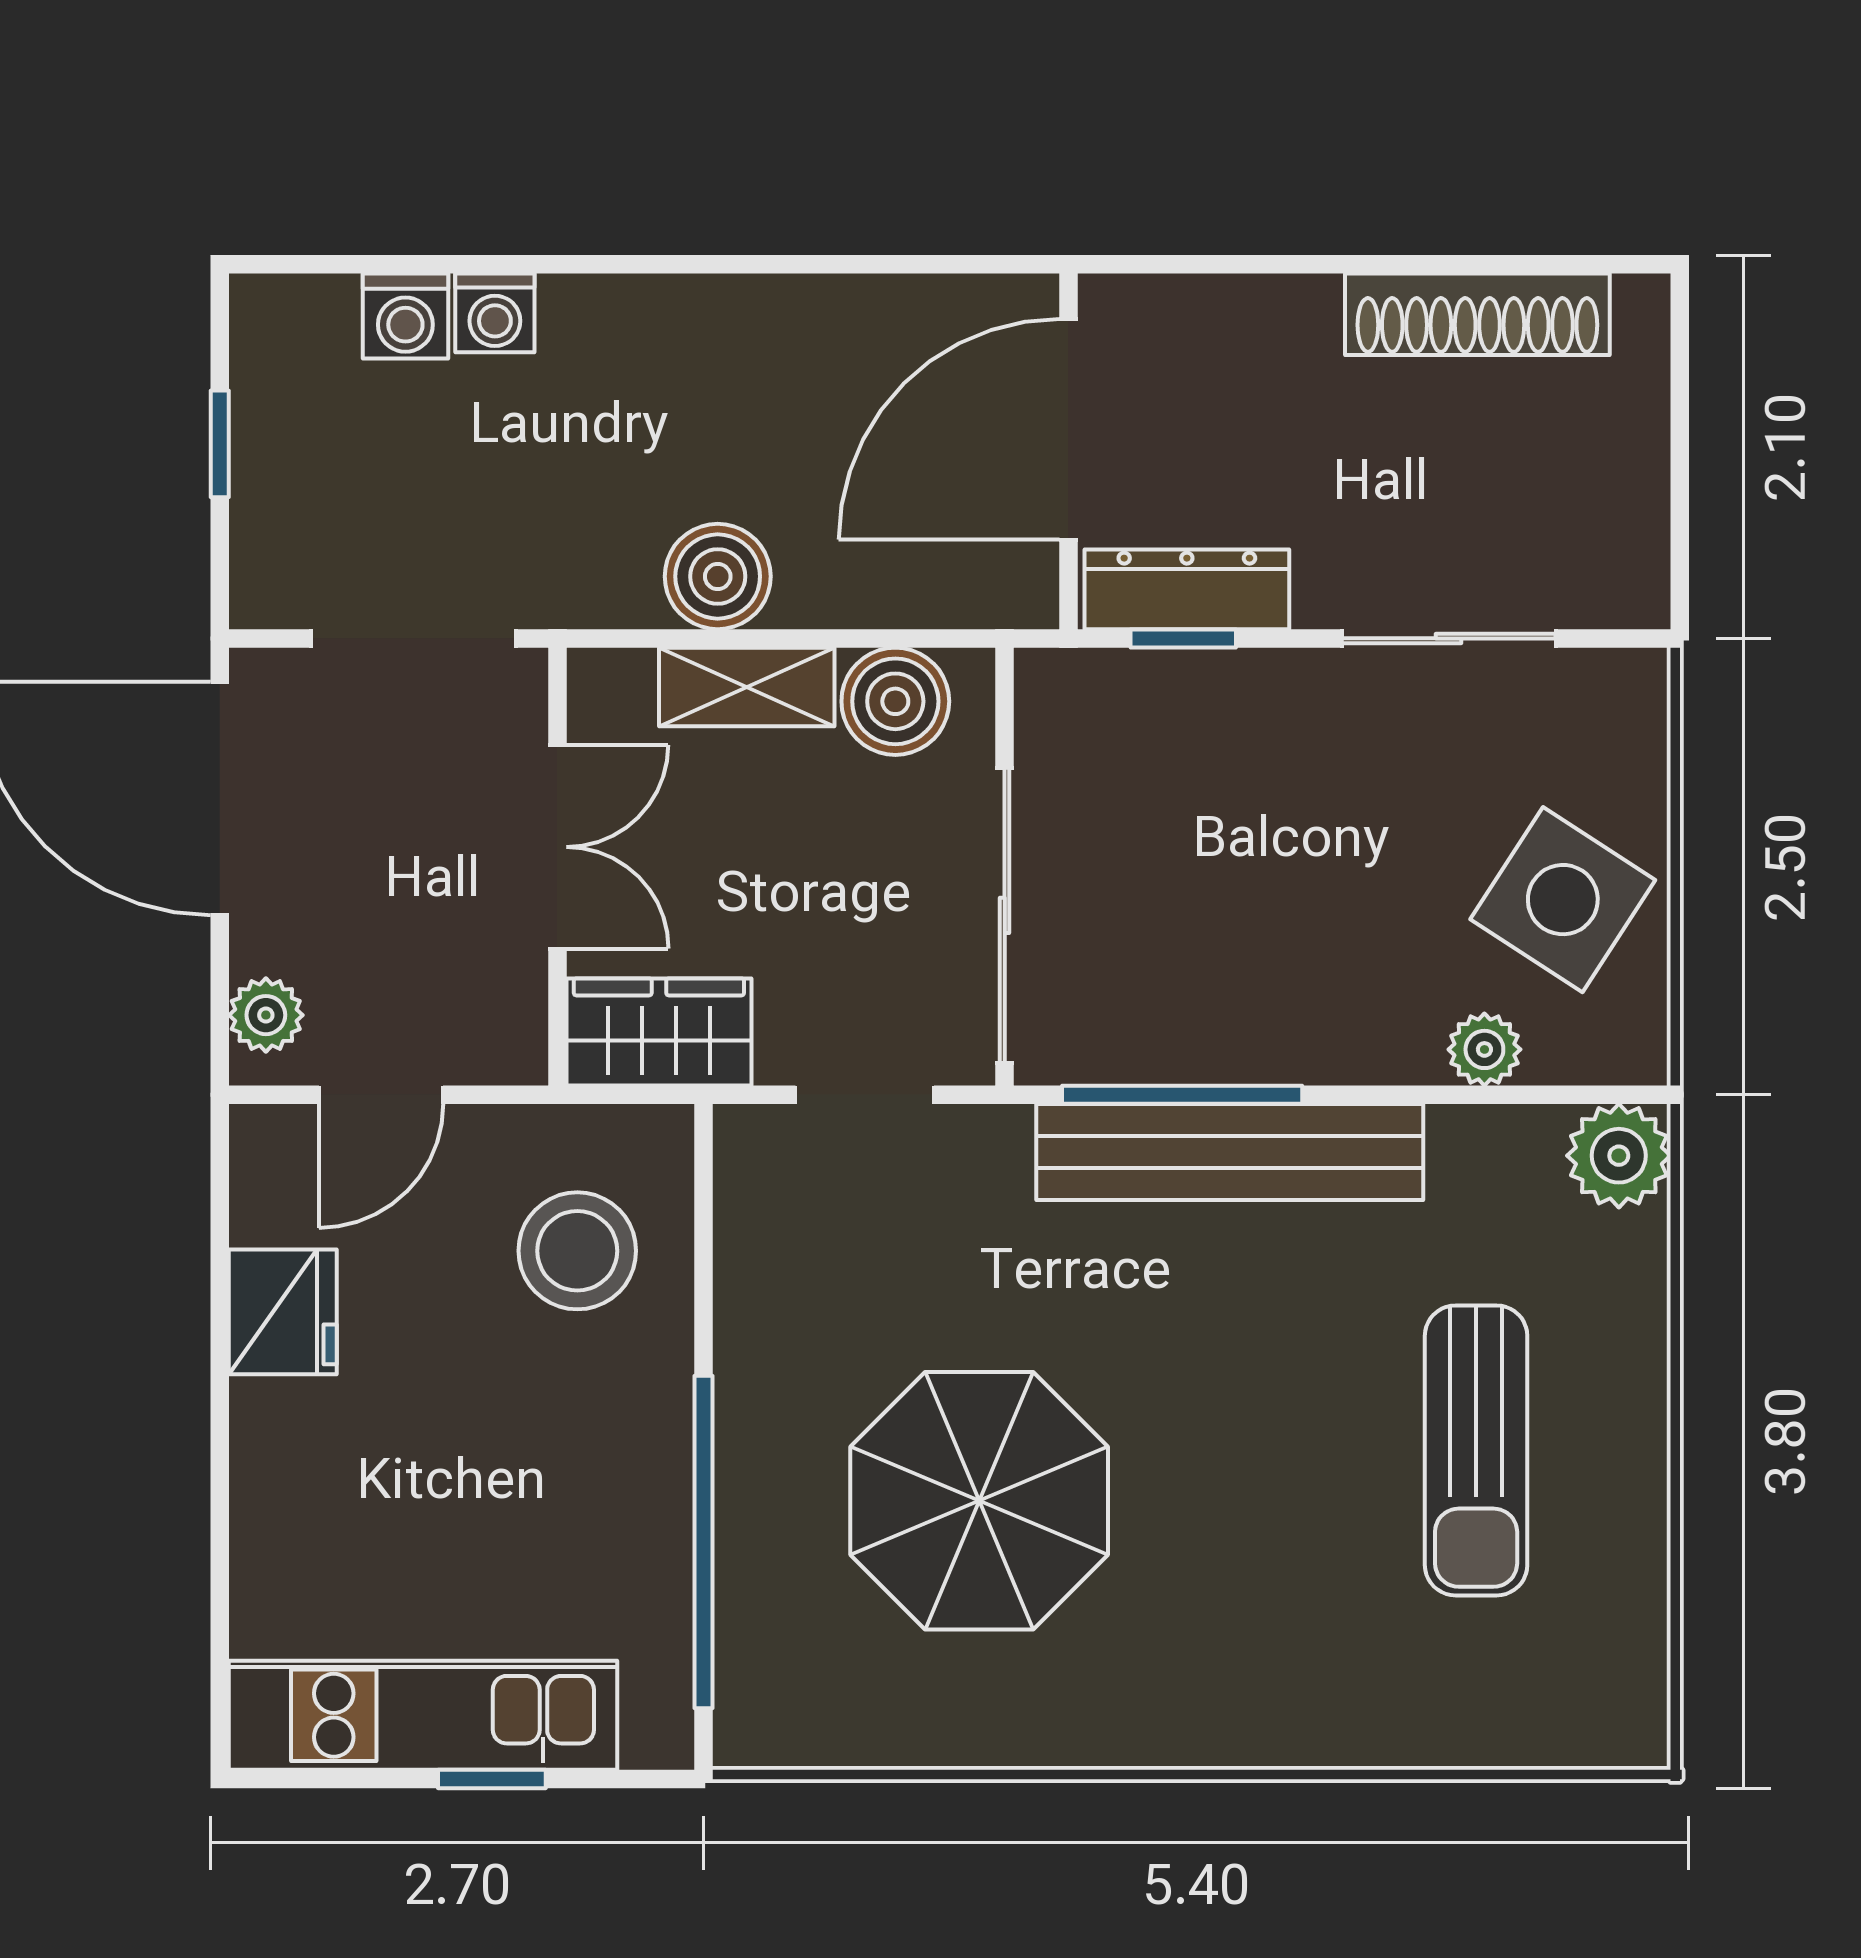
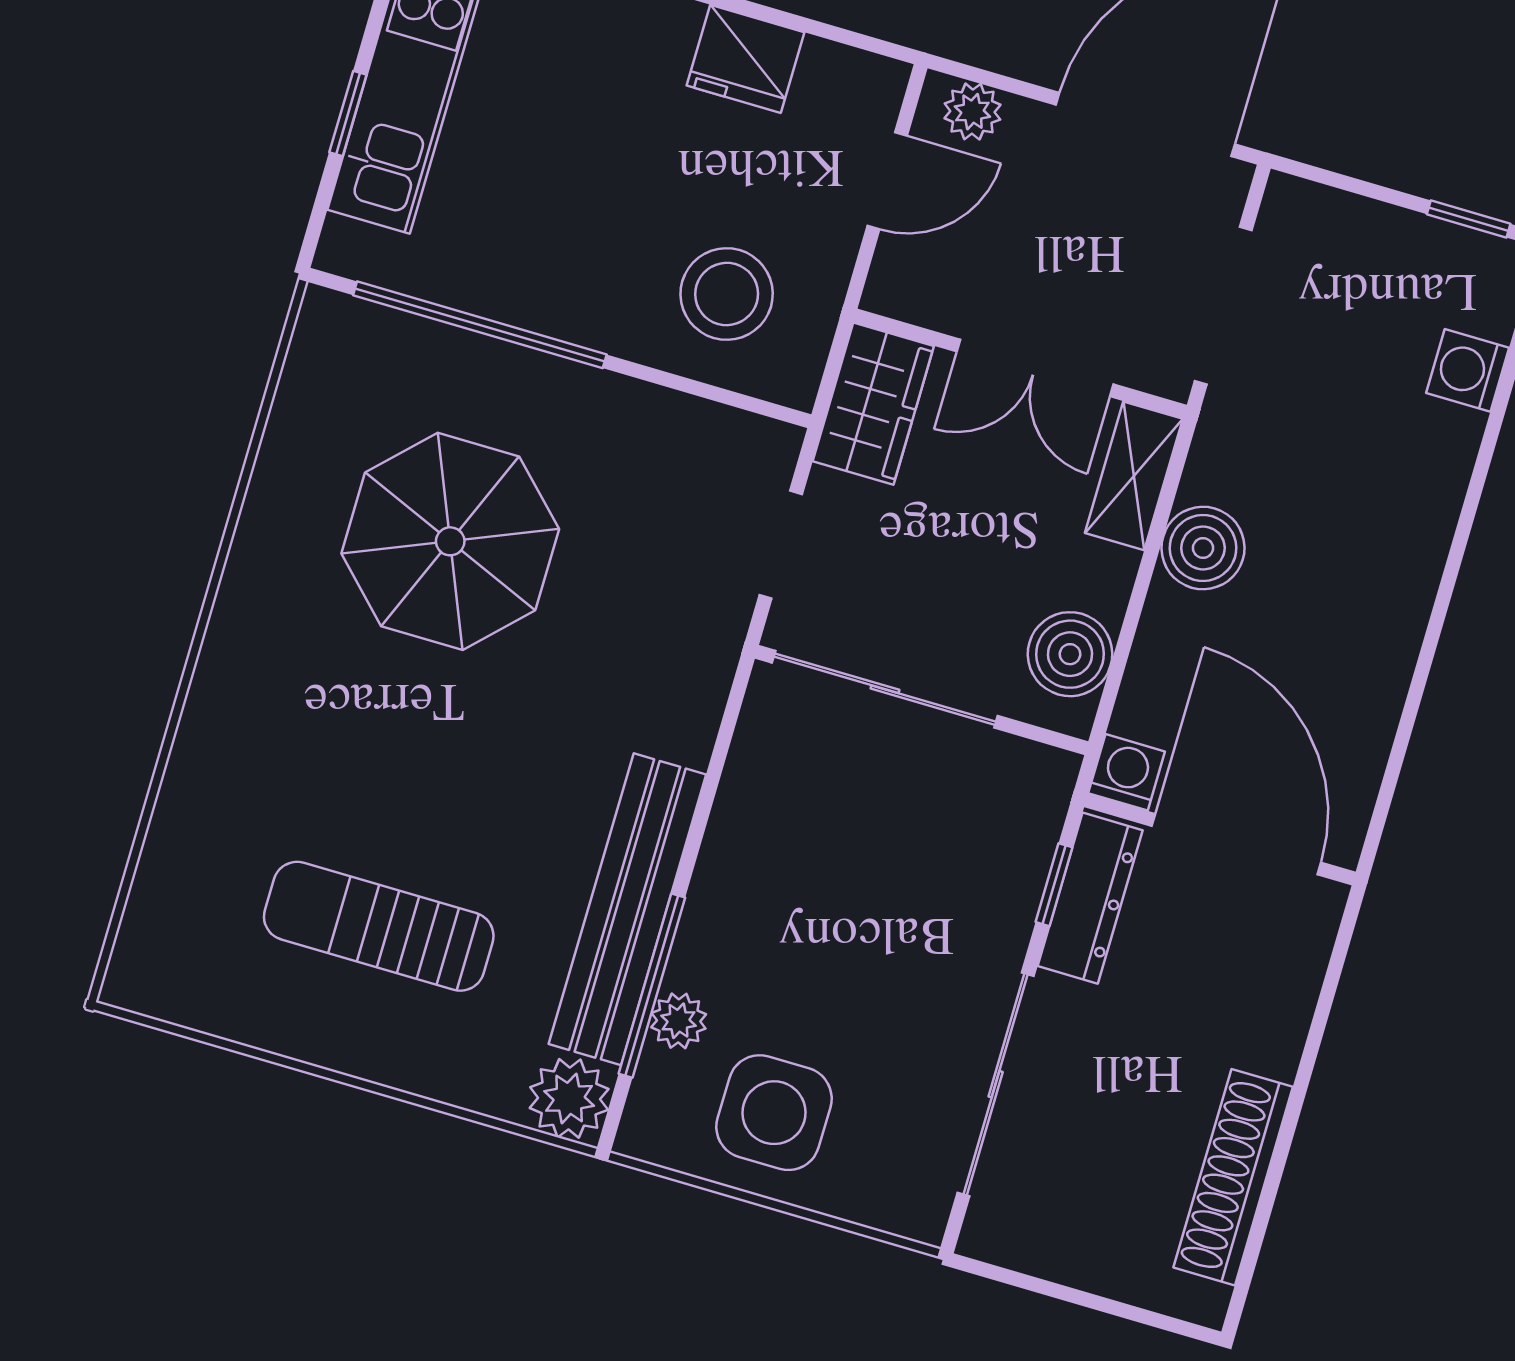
washing machine: (495, 313) -> (1127, 772), moved, turned 90
window: (220, 444) -> (1469, 219), moved
sliding door: (1449, 638) -> (996, 1084), width x1.37
shelving: (747, 687) -> (1134, 476), moved
side table: (1563, 900) -> (774, 1113), turned -33
door: (381, 1095) -> (887, 181), swing flipped
window: (1182, 1095) -> (652, 986), moved
bench: (1230, 1152) -> (627, 909), moved

